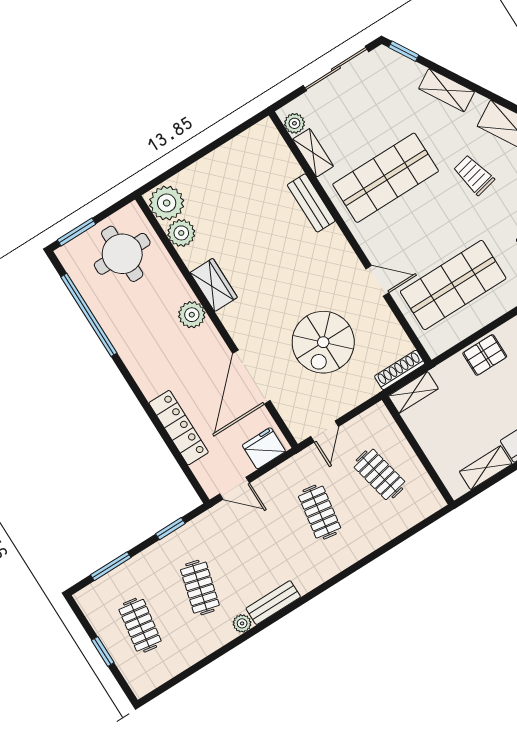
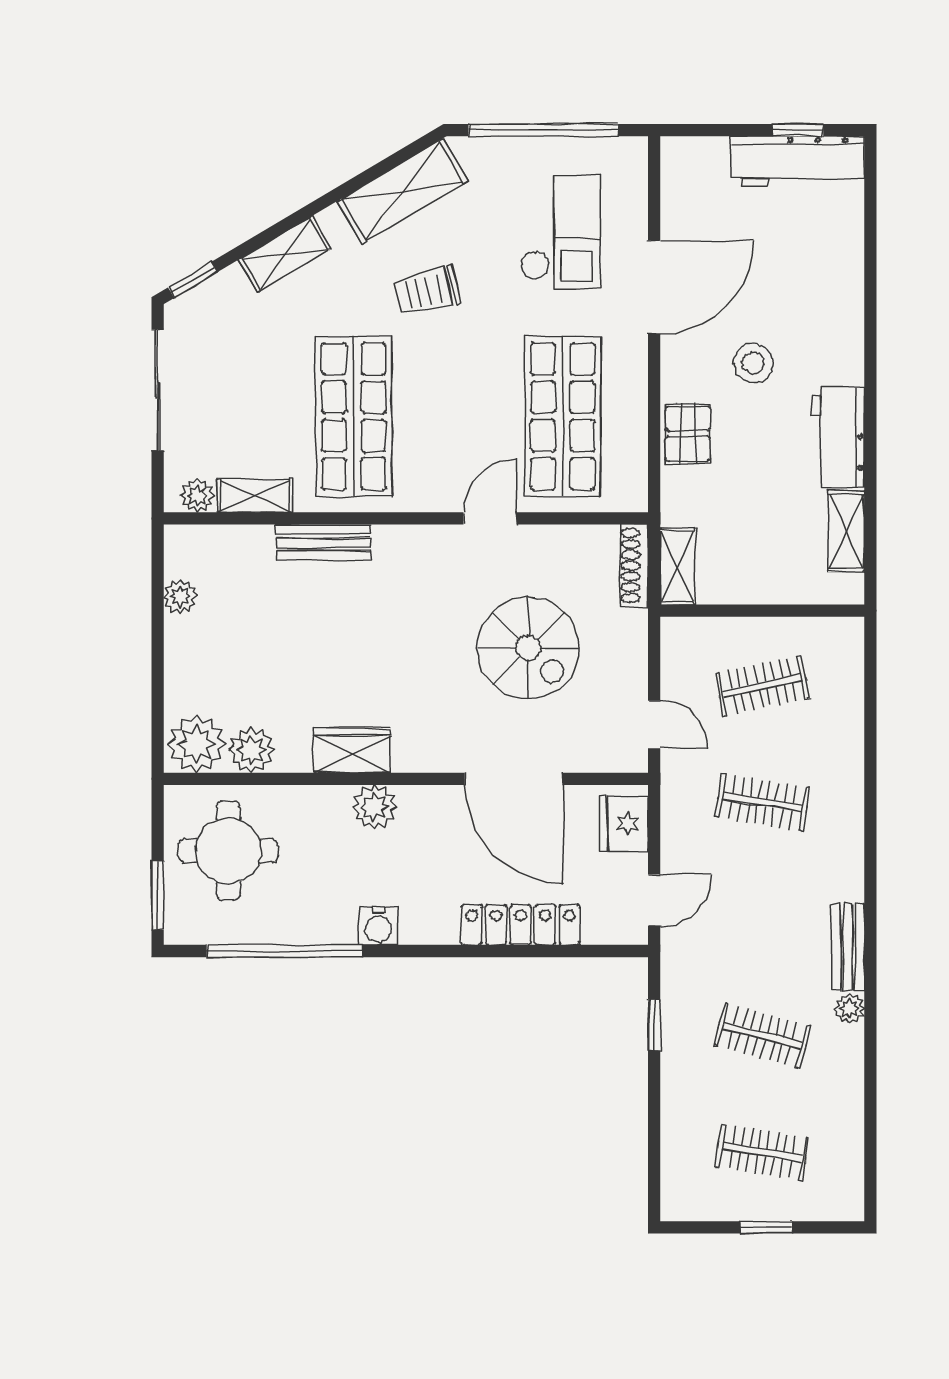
plant: (237, 147) -> (180, 596), added
water cooler: (132, 355) -> (378, 926), added
window: (111, 566) -> (654, 1141), removed

